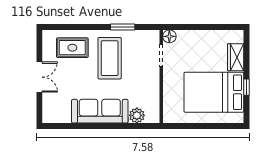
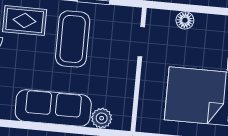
floor lamp: (169, 36) -> (185, 20), moved

